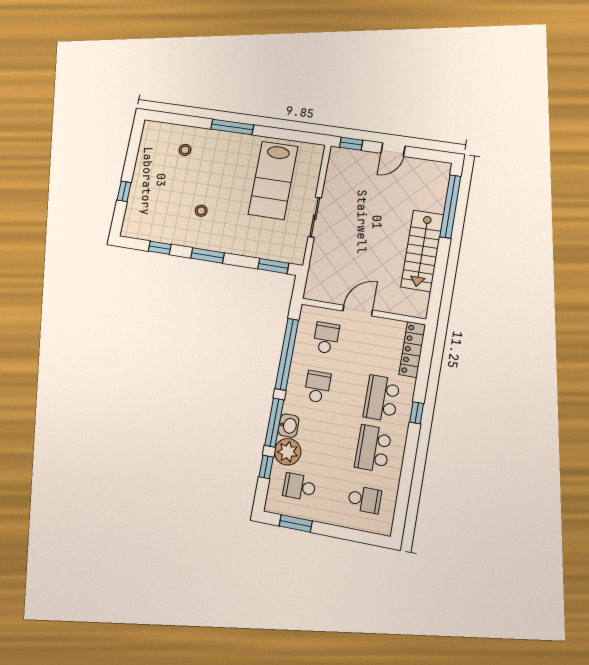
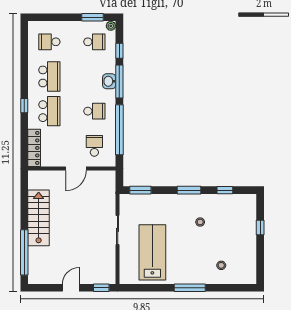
school desk: (326, 338) -> (94, 146), turned 180
school desk: (317, 387) -> (94, 111), turned -90
plant: (288, 452) -> (111, 26), moved, width x0.53, depth x0.53

